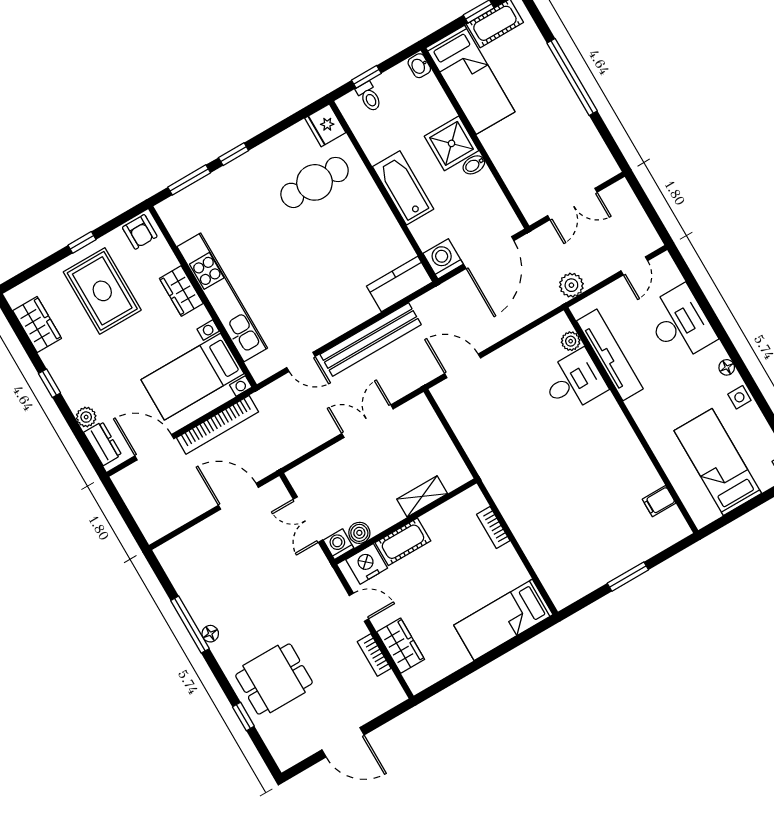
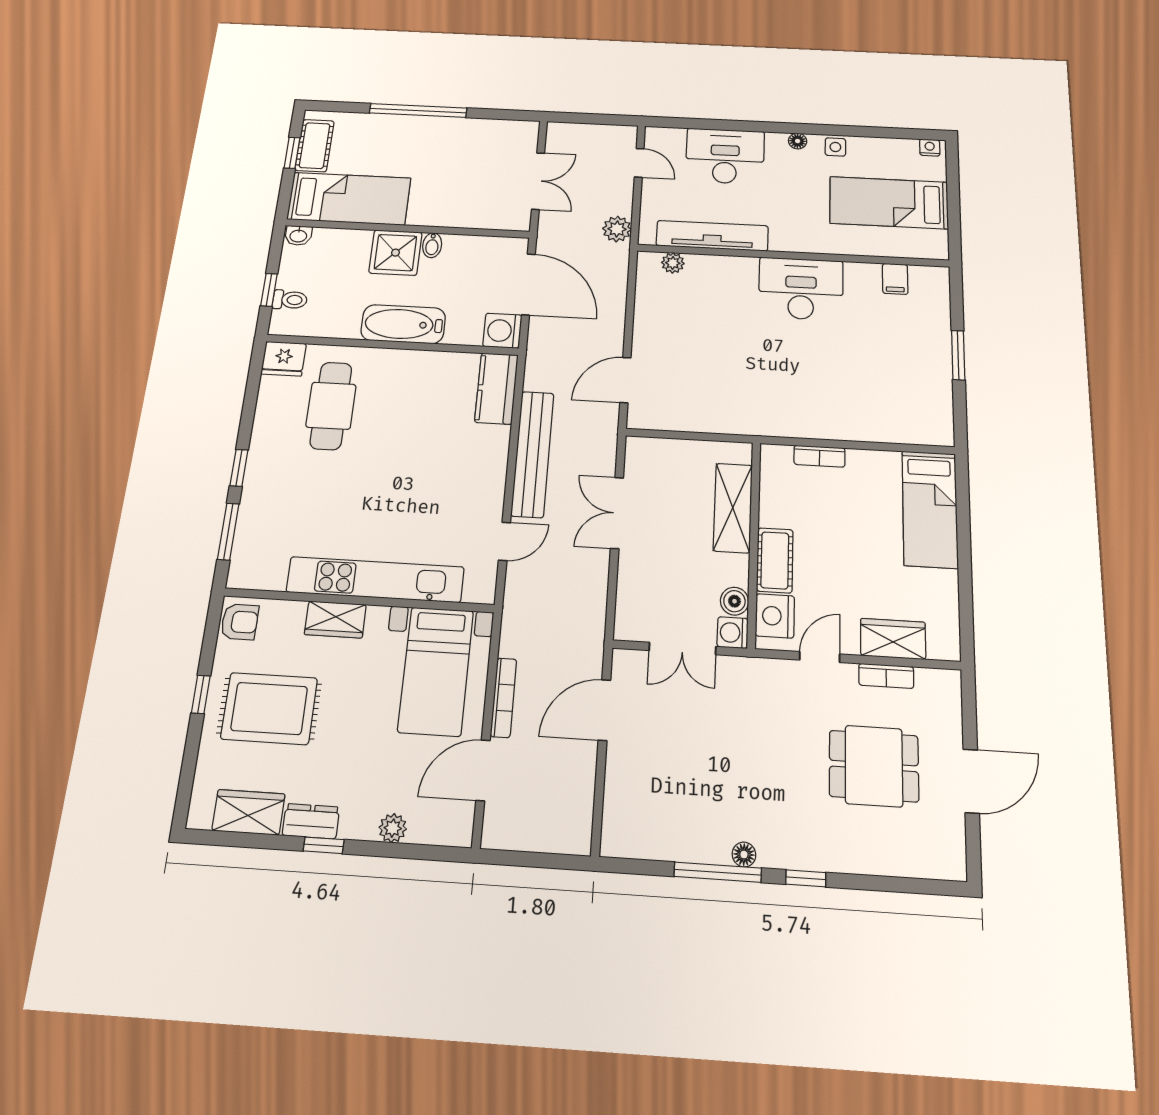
desk: (574, 381) -> (801, 289), moved, width x1.37
bookcase: (217, 425) -> (504, 698), width x0.68, depth x0.76
dresser: (103, 444) -> (311, 821), moved
shelving: (422, 496) -> (733, 508), width x1.50, depth x1.33
dining table: (274, 679) -> (874, 766), moved, turned 90
window: (243, 716) -> (806, 878), moved

